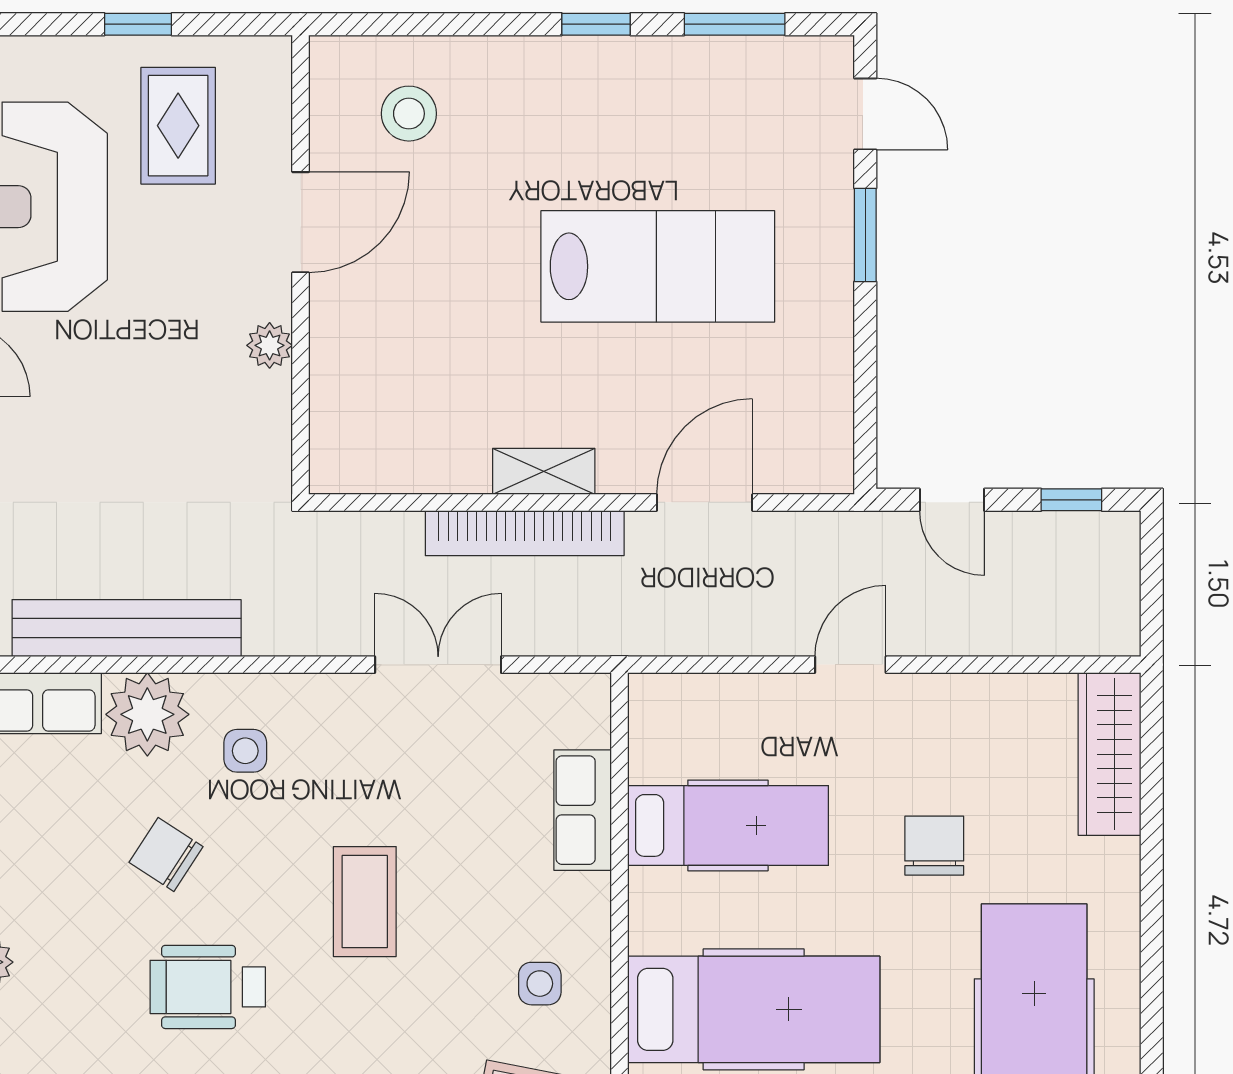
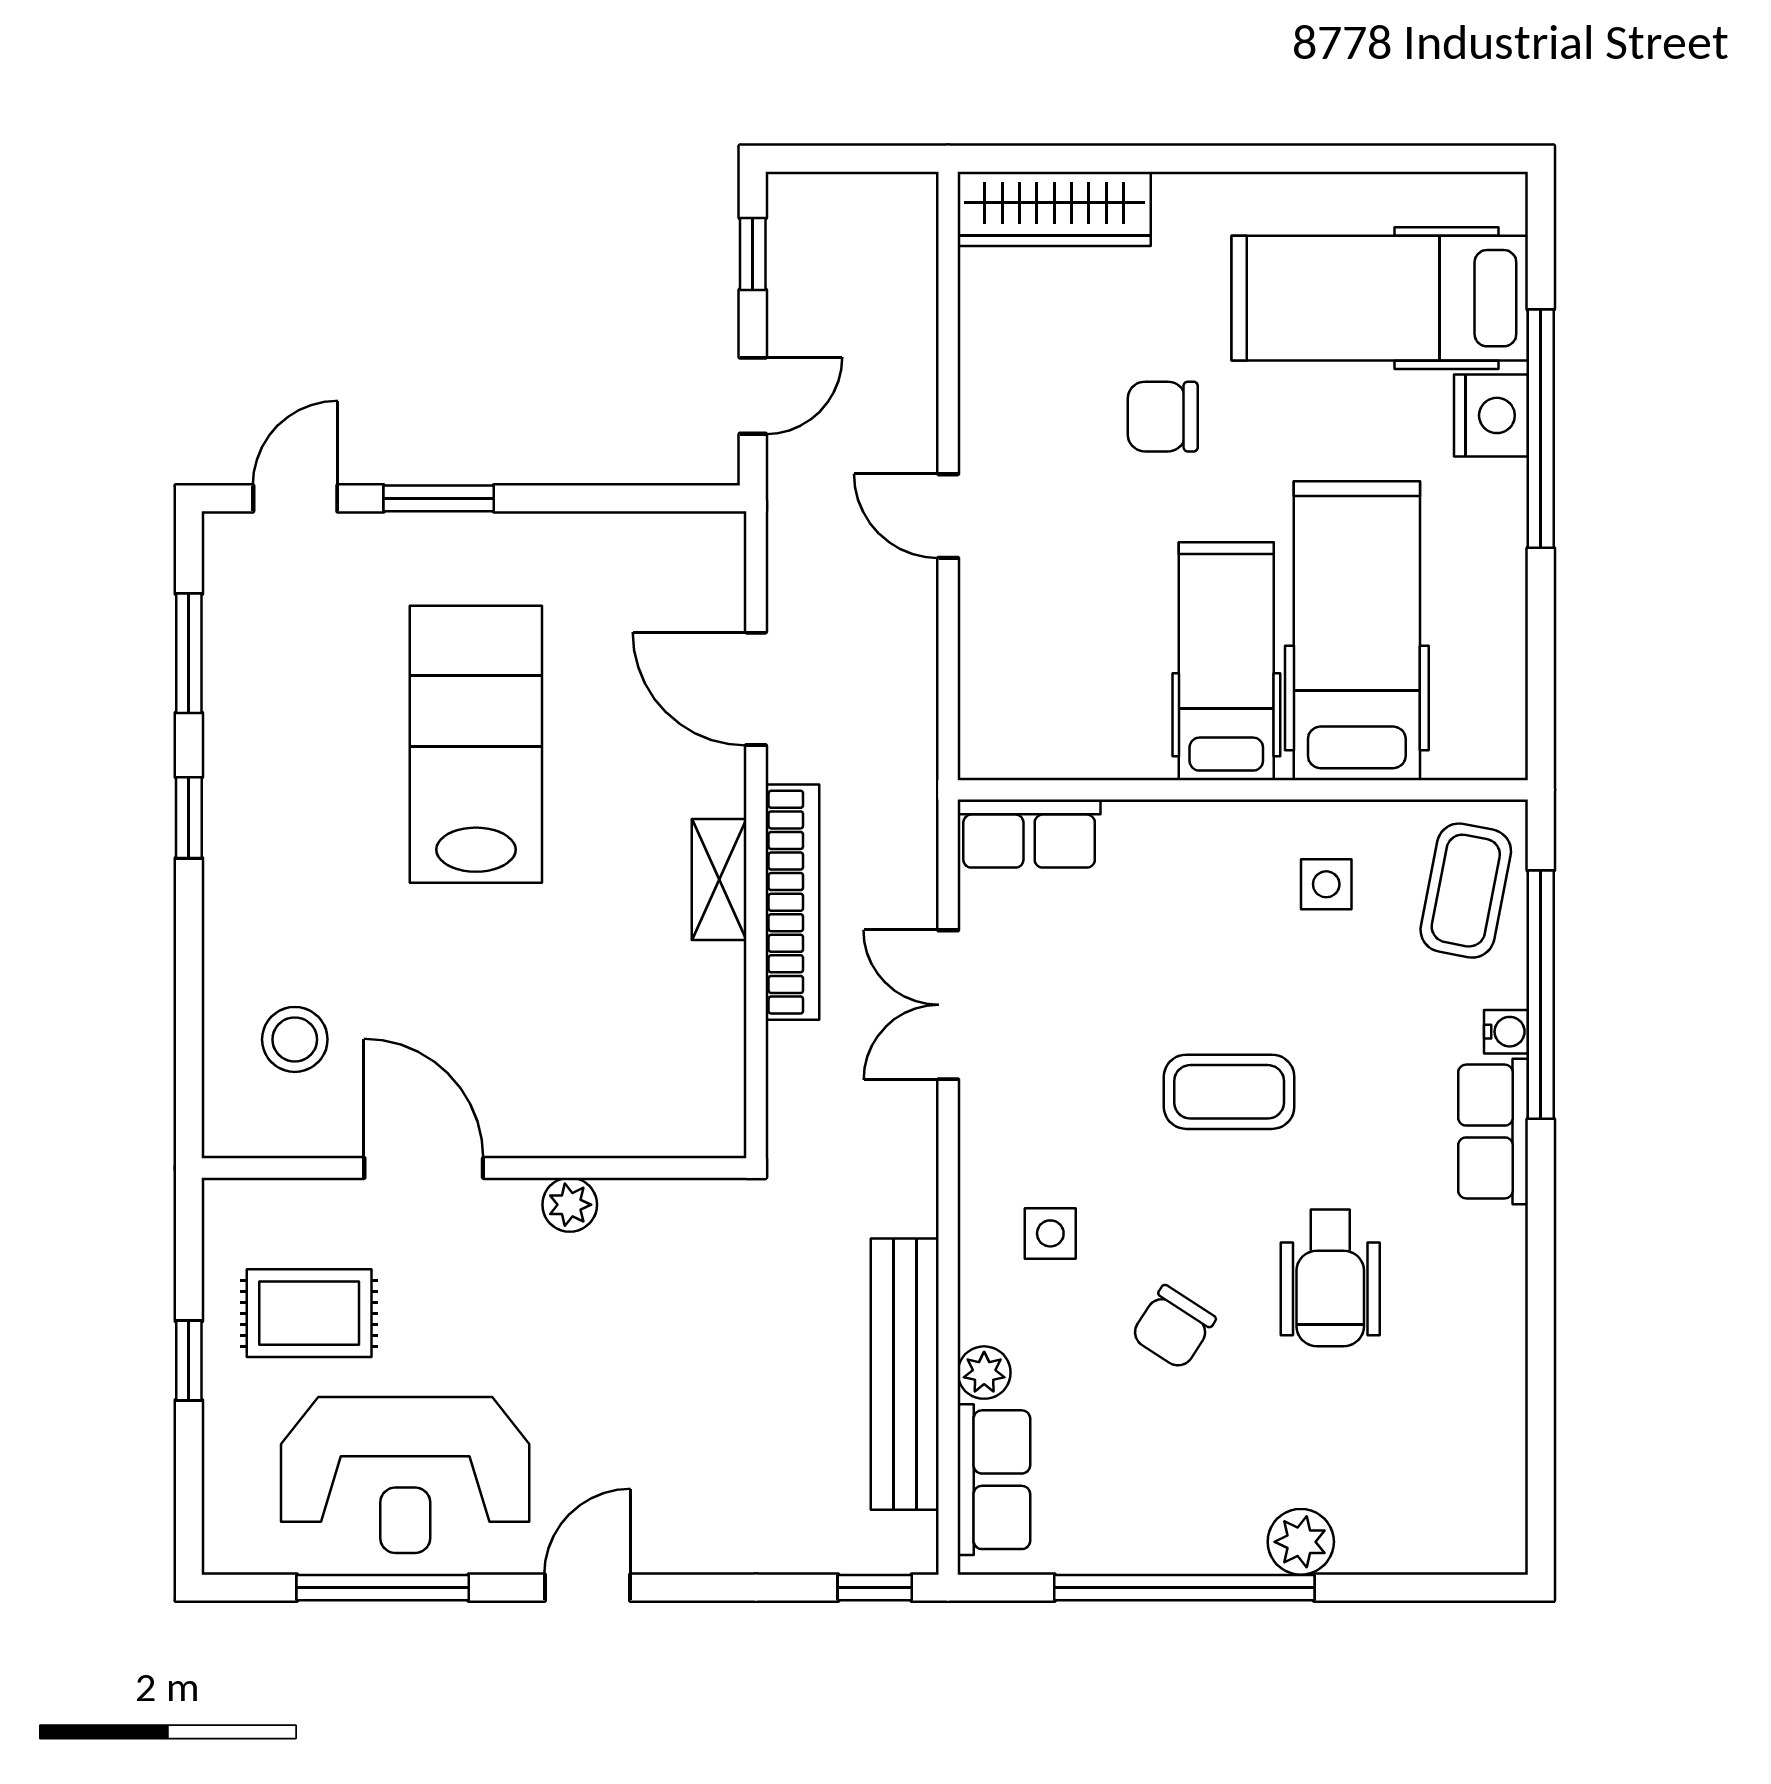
plant: (147, 714) -> (984, 1373), width x0.53, depth x0.53
row of seats: (583, 810) -> (1029, 834), moved
hospital bed: (728, 825) -> (1226, 661), moved

